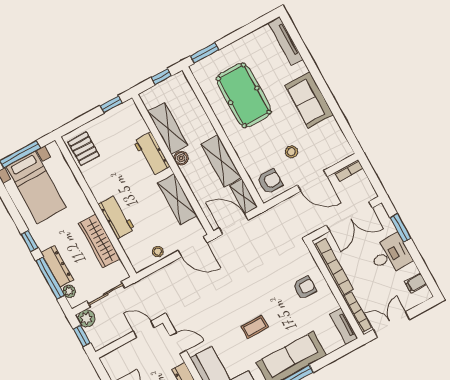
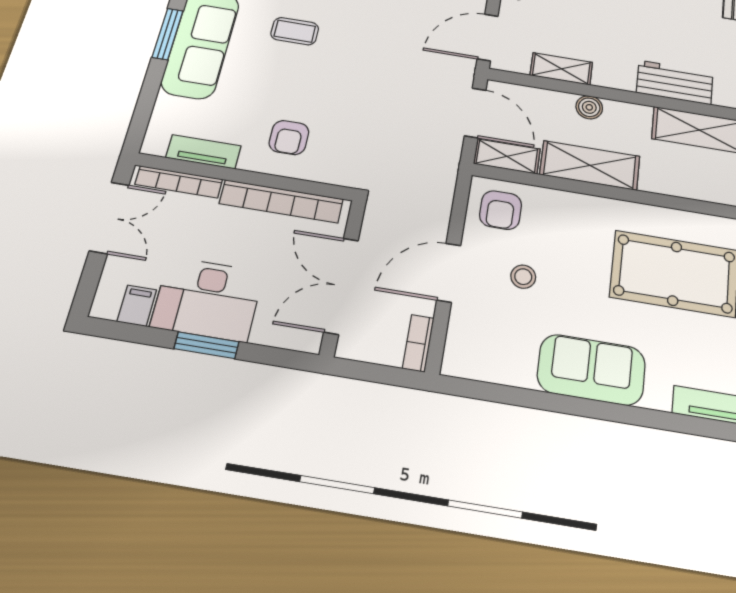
boiler: (181, 158) -> (589, 107), moved
shelving: (177, 199) -> (561, 69), width x0.67, depth x0.75
door: (234, 224) -> (475, 113), hinge flipped
window: (401, 228) -> (206, 345), moved
desk: (390, 255) -> (207, 299), width x1.37
tv unit: (344, 326) -> (204, 152), moved
coffee table: (255, 327) -> (295, 31), turned 90

